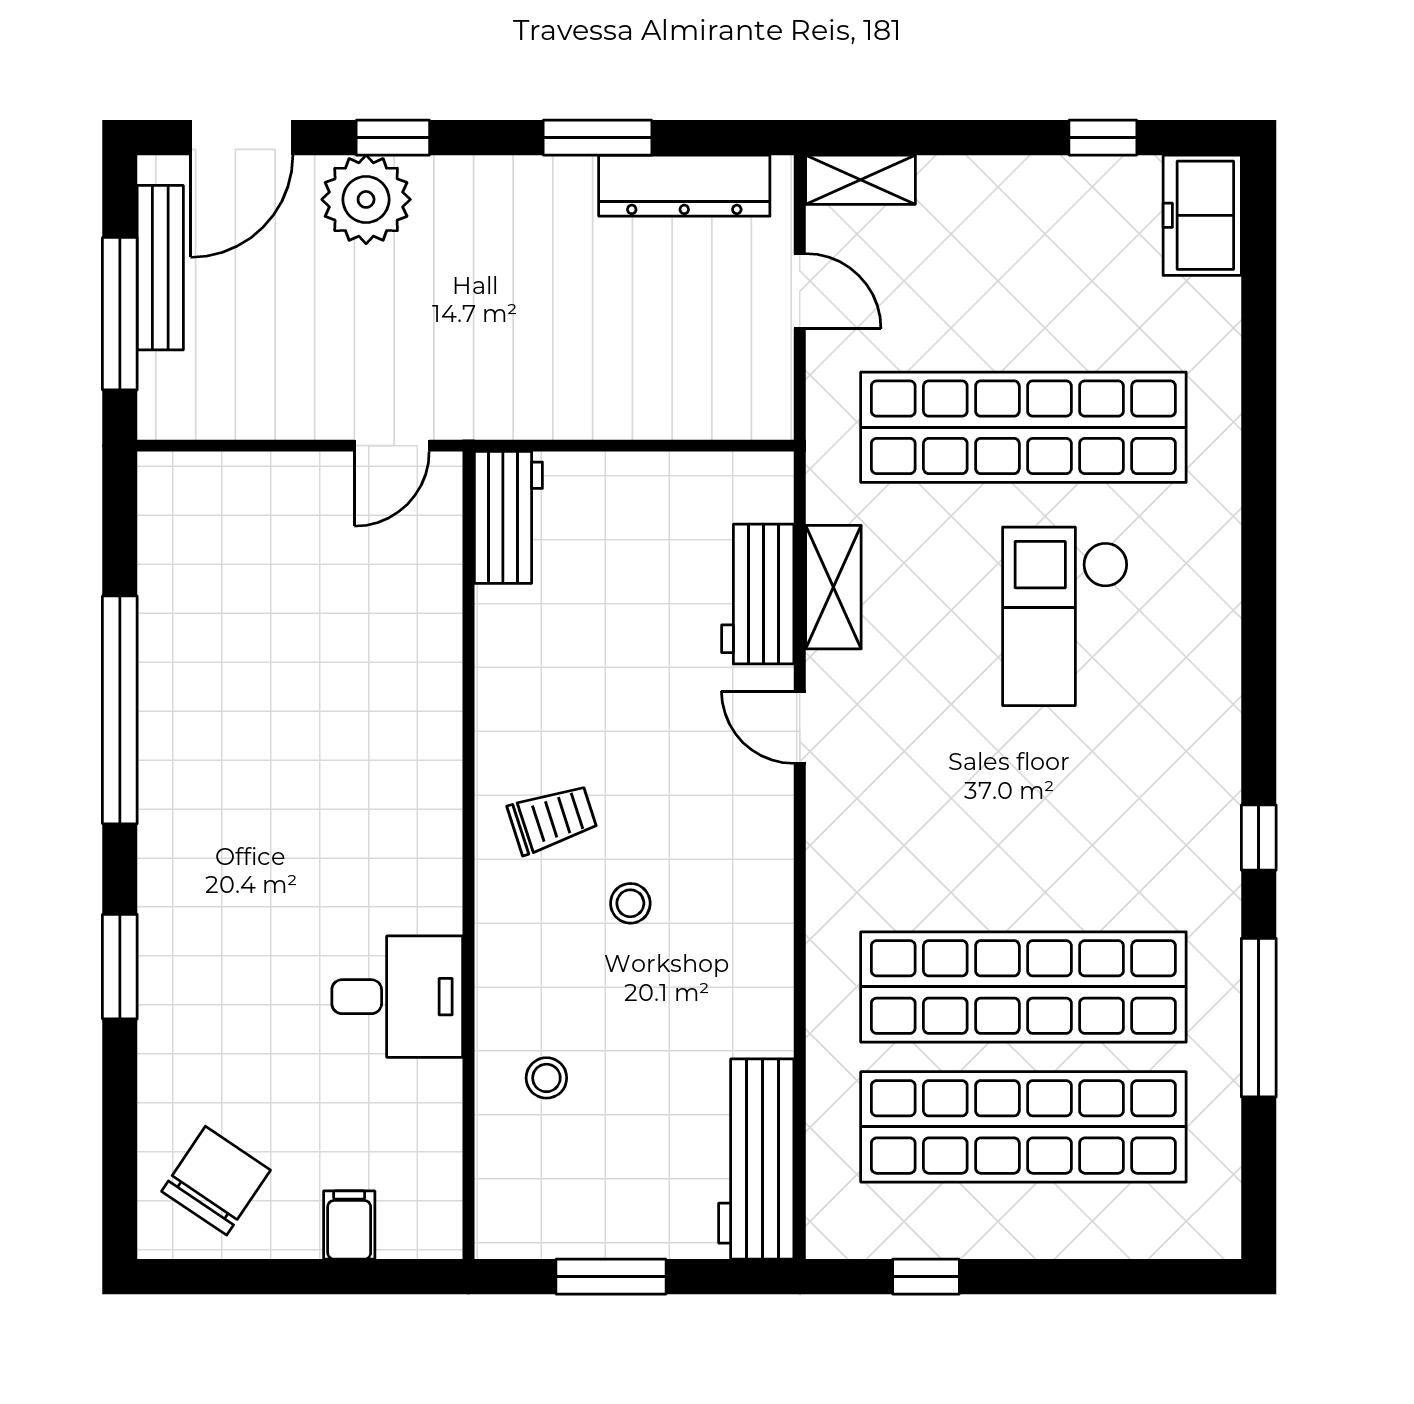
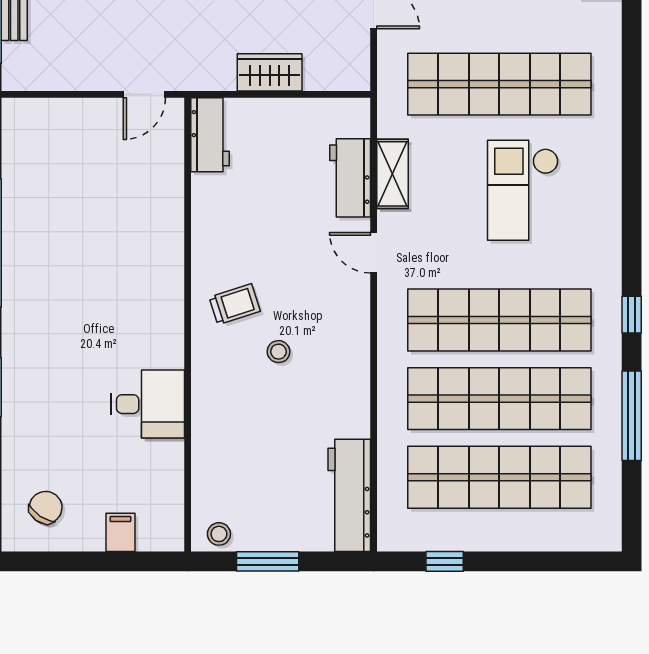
wardrobe: (615, 407) -> (270, 72), added
shop shelf: (1023, 847) -> (499, 320), added
stool: (546, 1078) -> (219, 534), moved
chair: (216, 1181) -> (46, 507), width x0.73, depth x0.73

